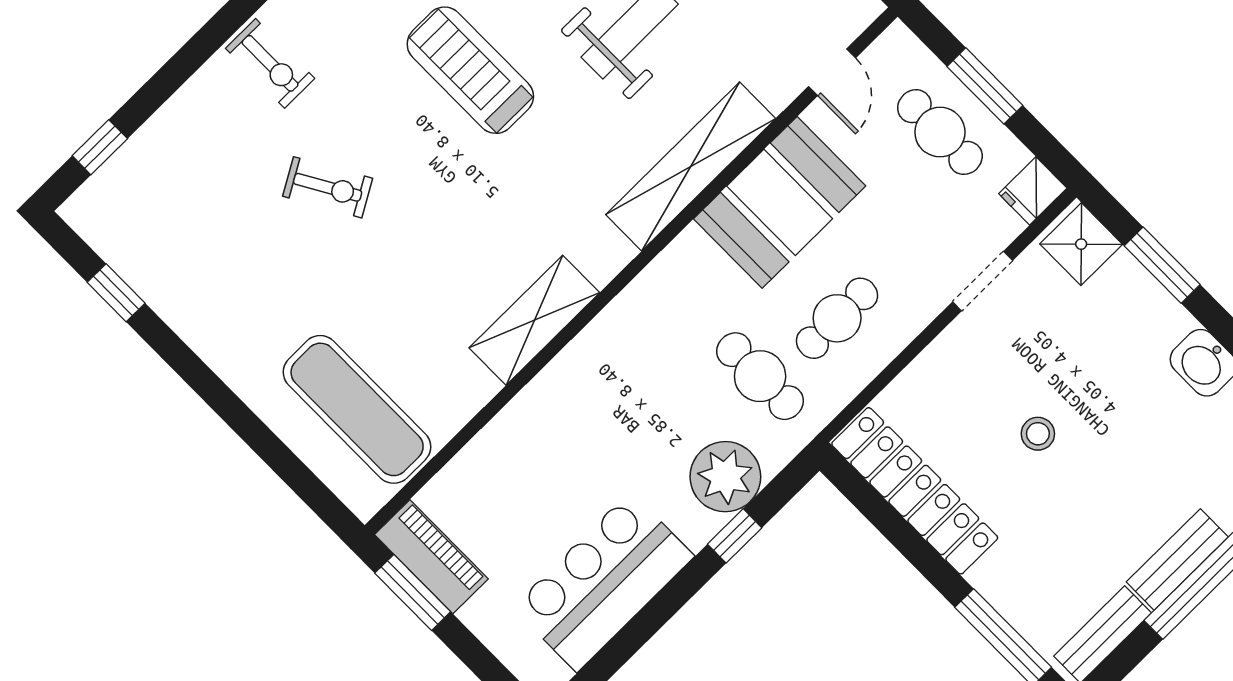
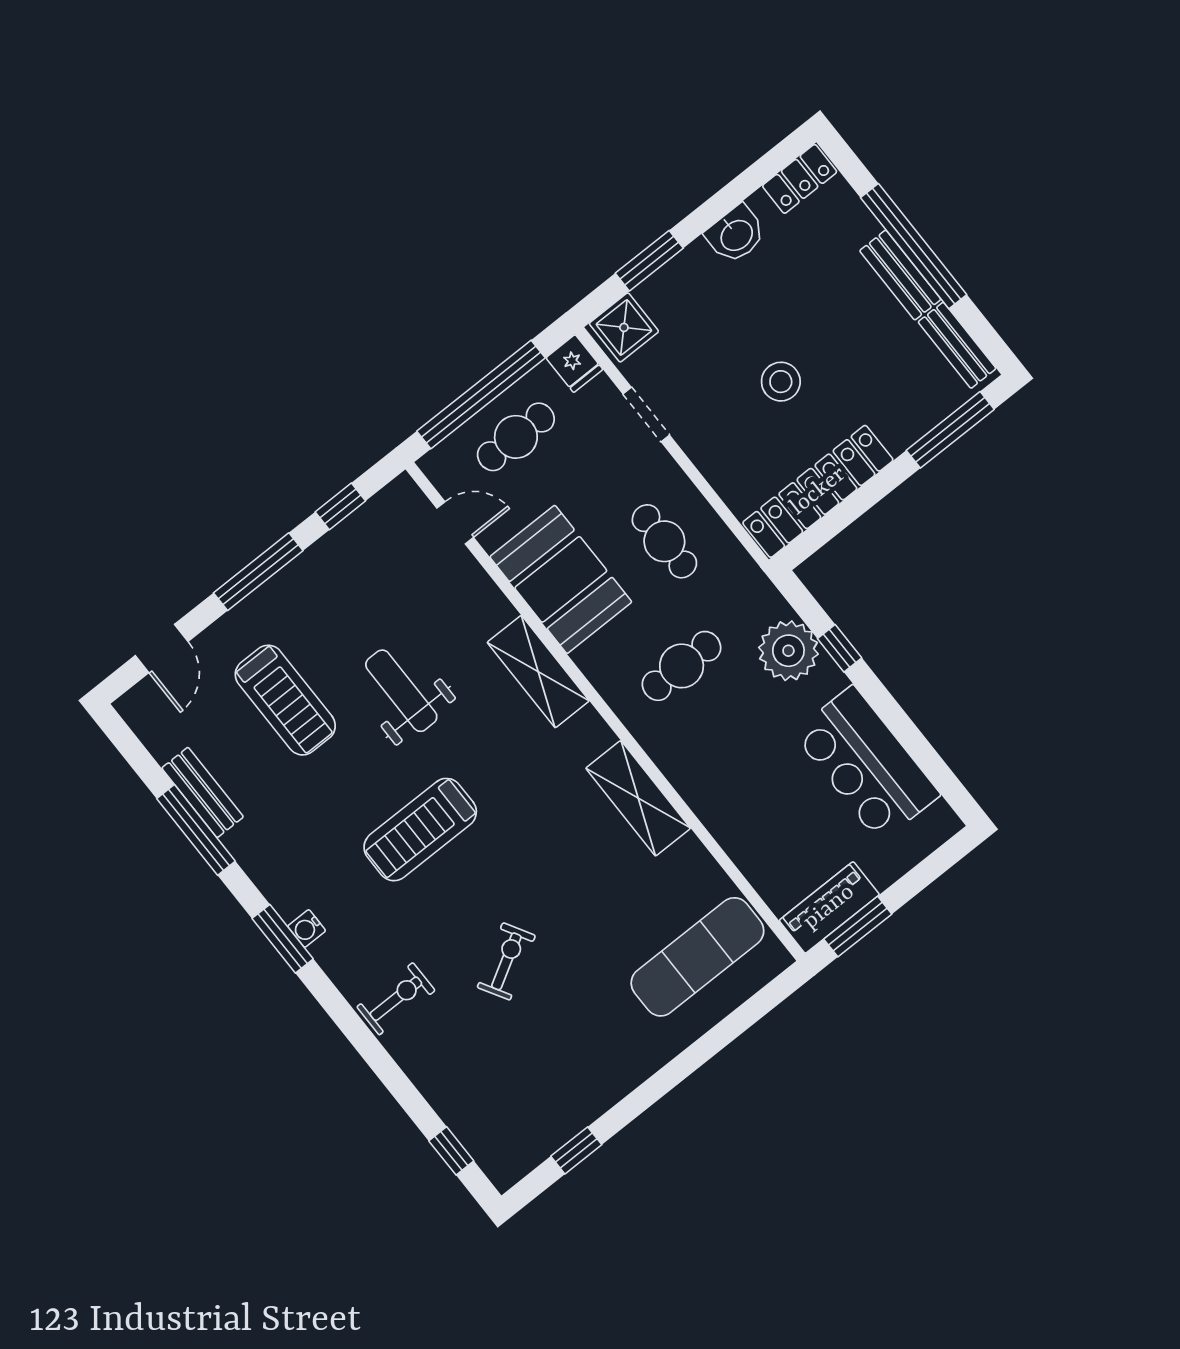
window: (985, 86) -> (481, 395), width x2.11
shelving: (691, 167) -> (538, 672), width x0.68
cafe table: (760, 376) -> (682, 666), moved
stool: (1038, 434) -> (781, 382), width x1.37, depth x1.37

